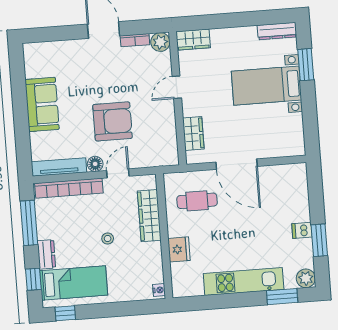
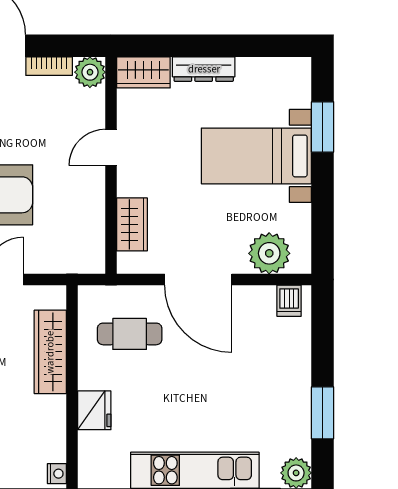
dresser: (277, 31) -> (204, 69), moved
plant: (279, 145) -> (269, 253), added
dishwasher: (302, 230) -> (289, 301), moved, turned -90

